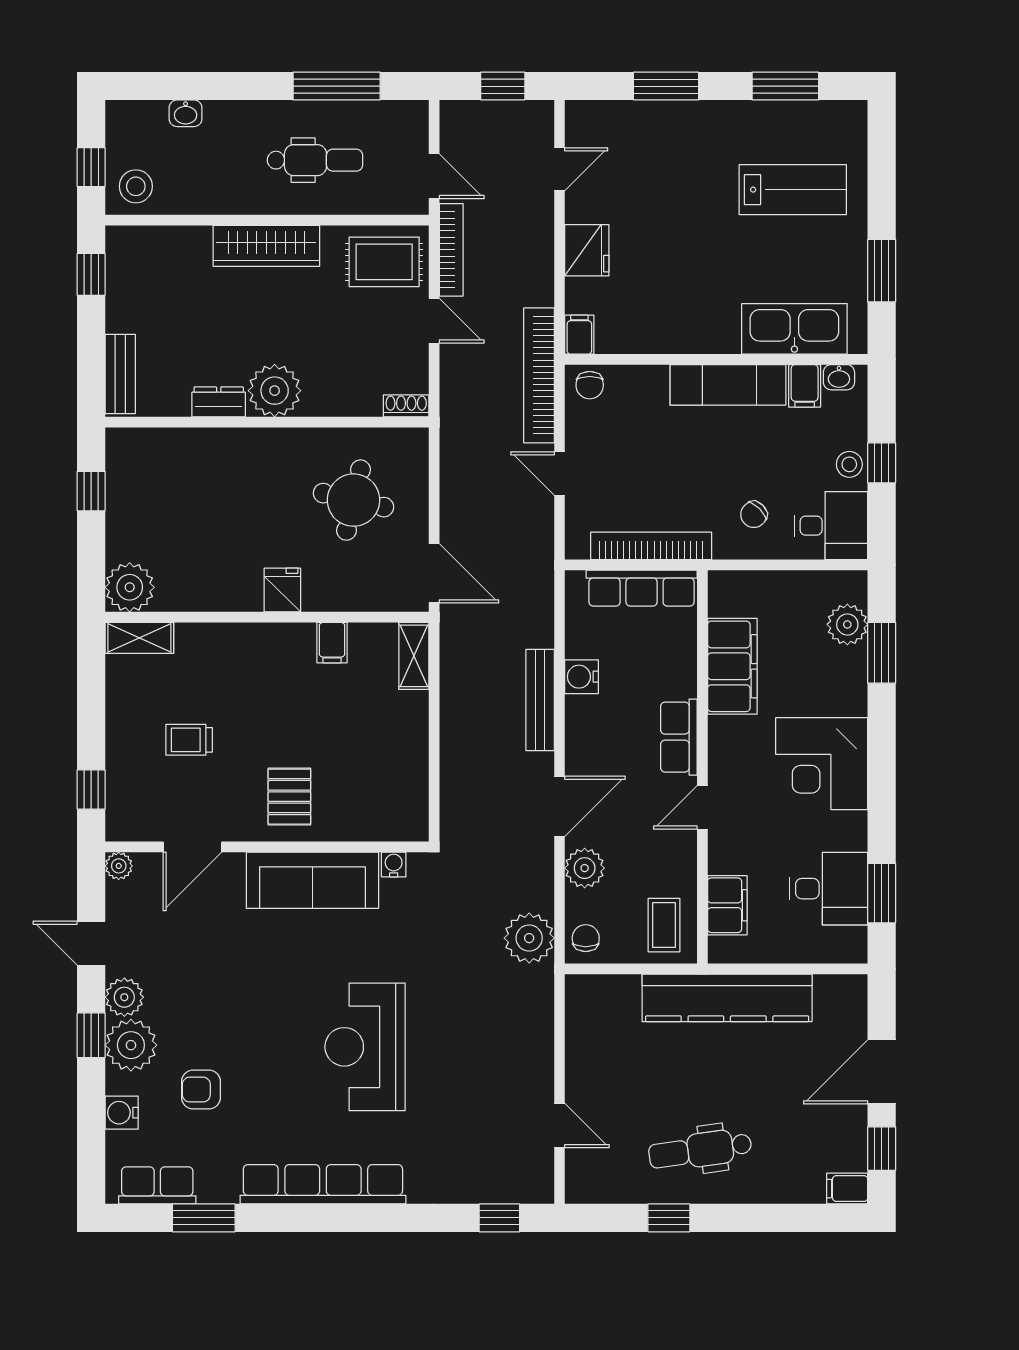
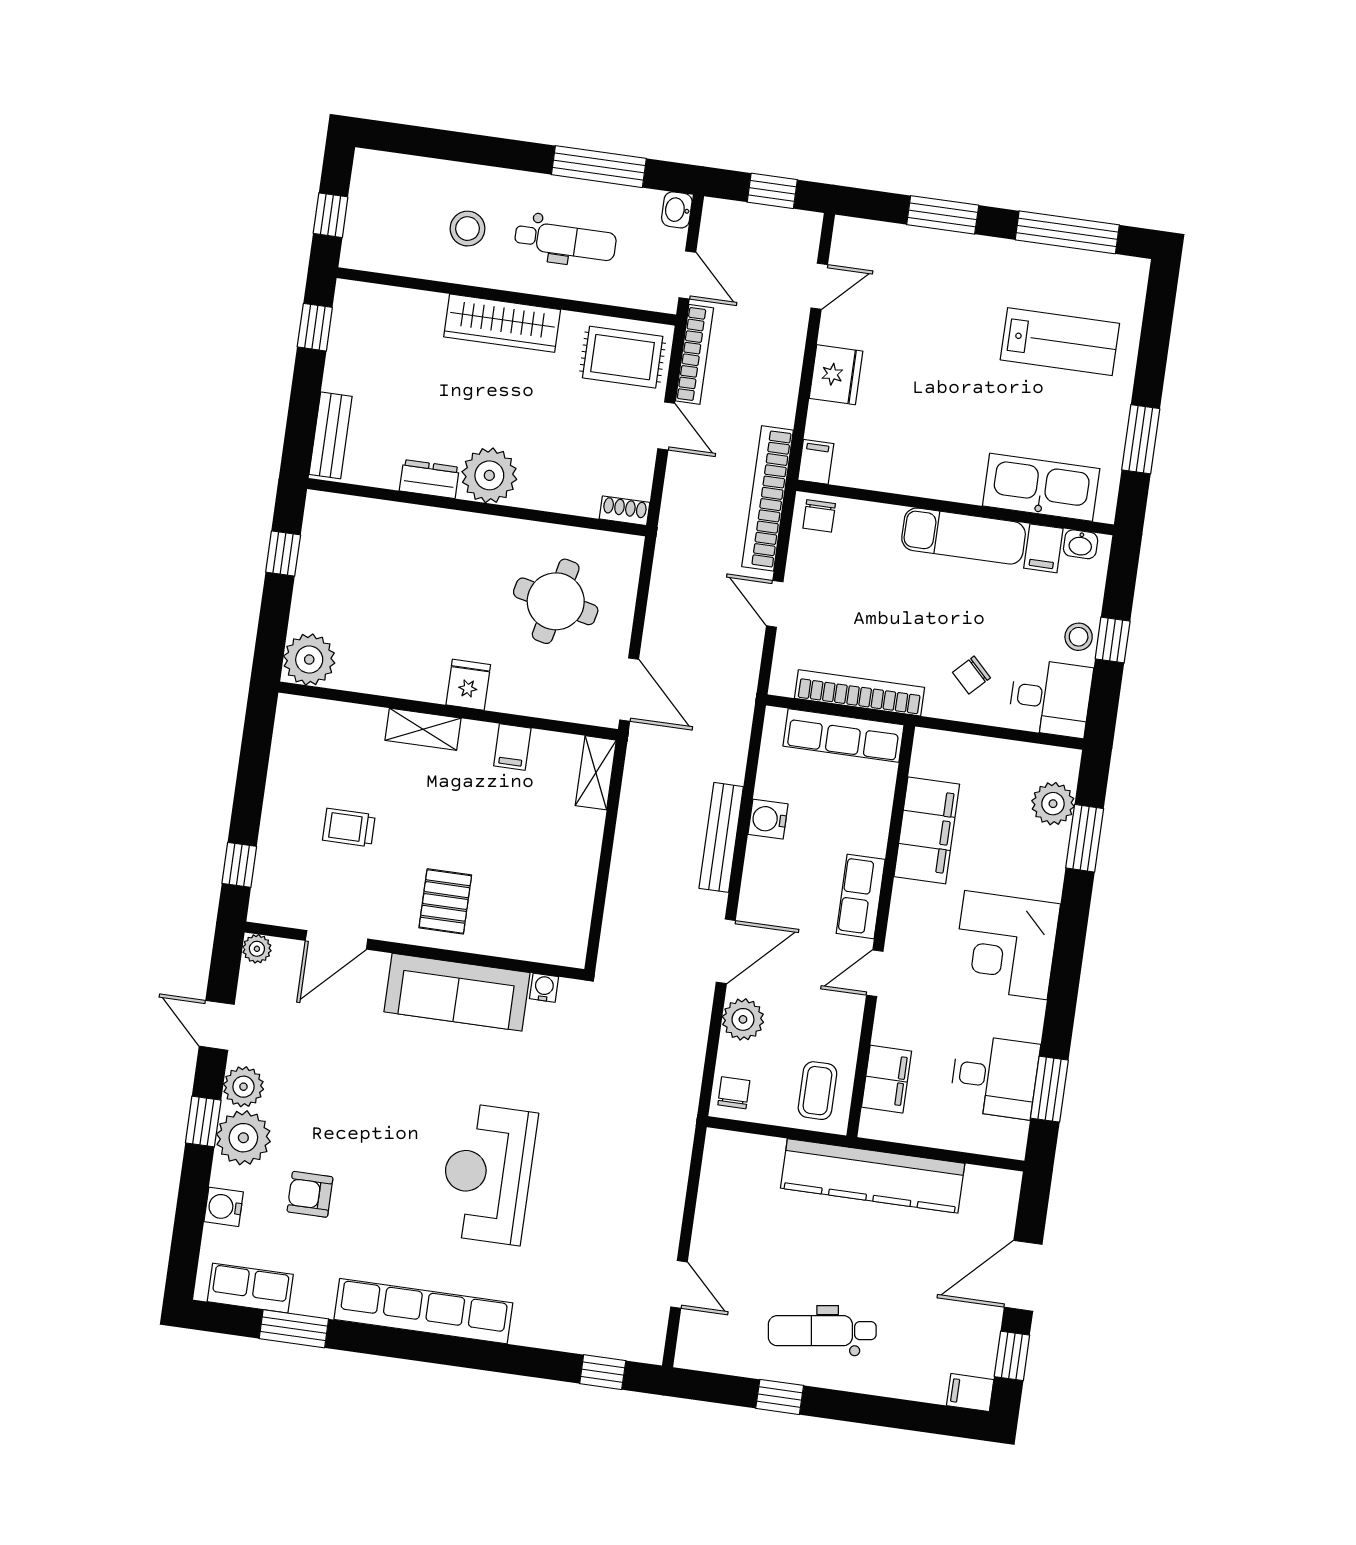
window: (785, 86) -> (1067, 232), width x1.44
washbasin: (186, 113) -> (677, 210), moved, turned 90
stool: (136, 186) -> (468, 229), moved
shelving: (139, 638) -> (423, 729), moved
plant: (529, 938) -> (675, 1084), removed

